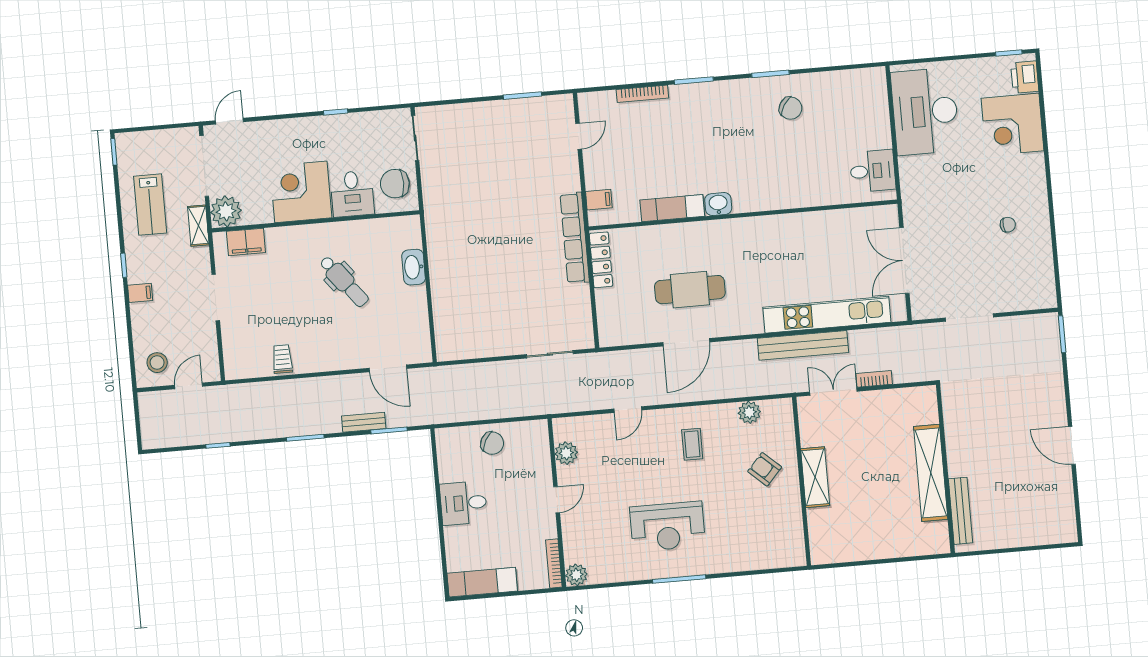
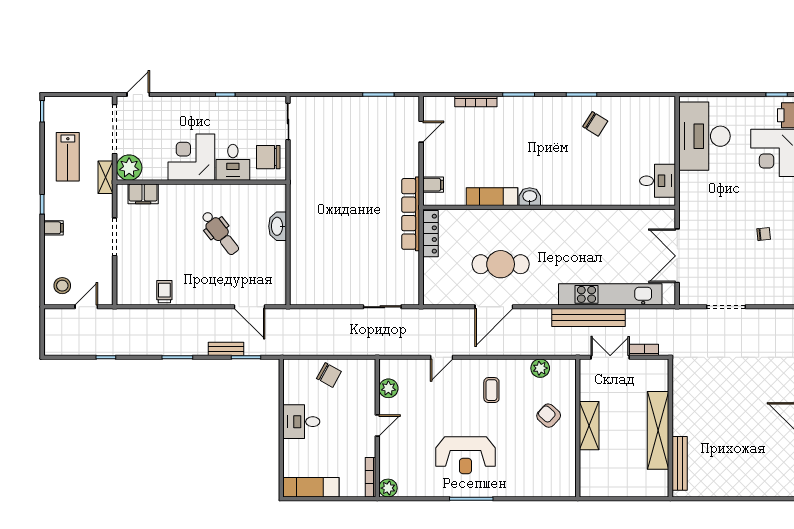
wall: (945, 469) -> (670, 428), moved
shelving: (931, 473) -> (658, 430), moved
bench: (960, 511) -> (680, 463), moved

